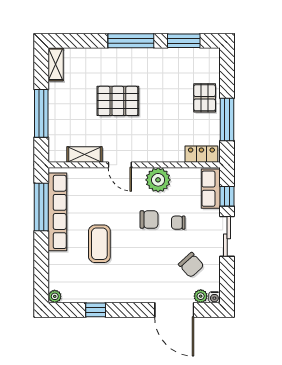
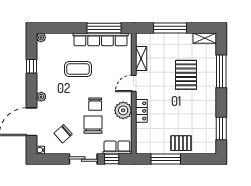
window: (131, 41) -> (221, 71), moved
pallet: (118, 101) -> (186, 75), moved
locker: (201, 154) -> (141, 111), moved
chair: (178, 223) -> (93, 125), width x1.87, depth x1.87
plant: (201, 296) -> (41, 97), moved

